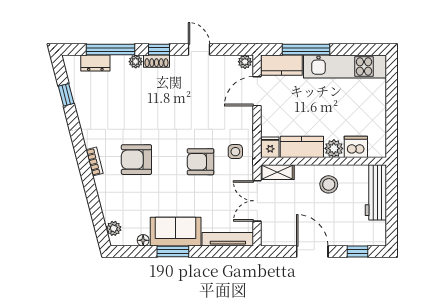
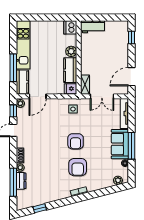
window: (159, 50) -> (13, 111), moved
dresser: (95, 63) -> (21, 181), moved
door: (257, 91) -> (38, 96), hinge flipped
dishwasher: (356, 147) -> (70, 27), moved
armchair: (201, 162) -> (76, 141), moved
stool: (329, 184) -> (92, 54), removed
workbench: (376, 192) -> (92, 27), width x0.73
window: (173, 251) -> (132, 146), width x1.44
door: (312, 251) -> (132, 77), moved

